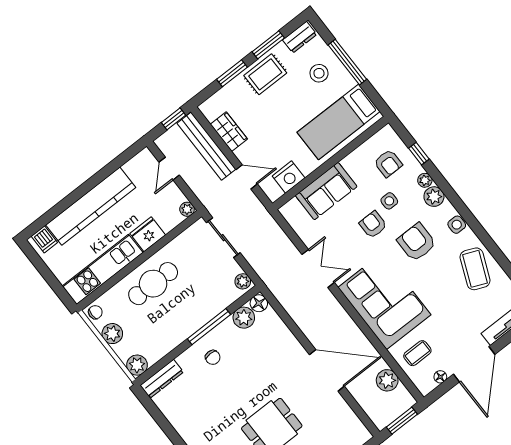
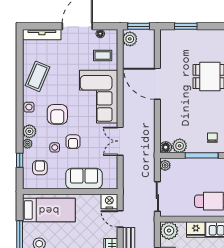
nightstand: (289, 177) -> (109, 202), moved
plant: (187, 209) -> (169, 231), width x1.87, depth x1.87
plant: (387, 380) -> (130, 39), moved

